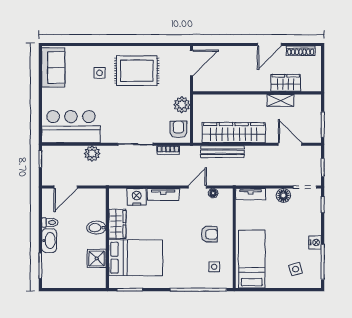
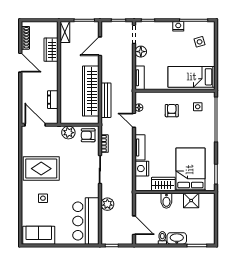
rug: (137, 71) -> (41, 169), turned 90
dresser: (223, 85) -> (53, 100), added
shelving: (280, 100) -> (65, 32), moved

